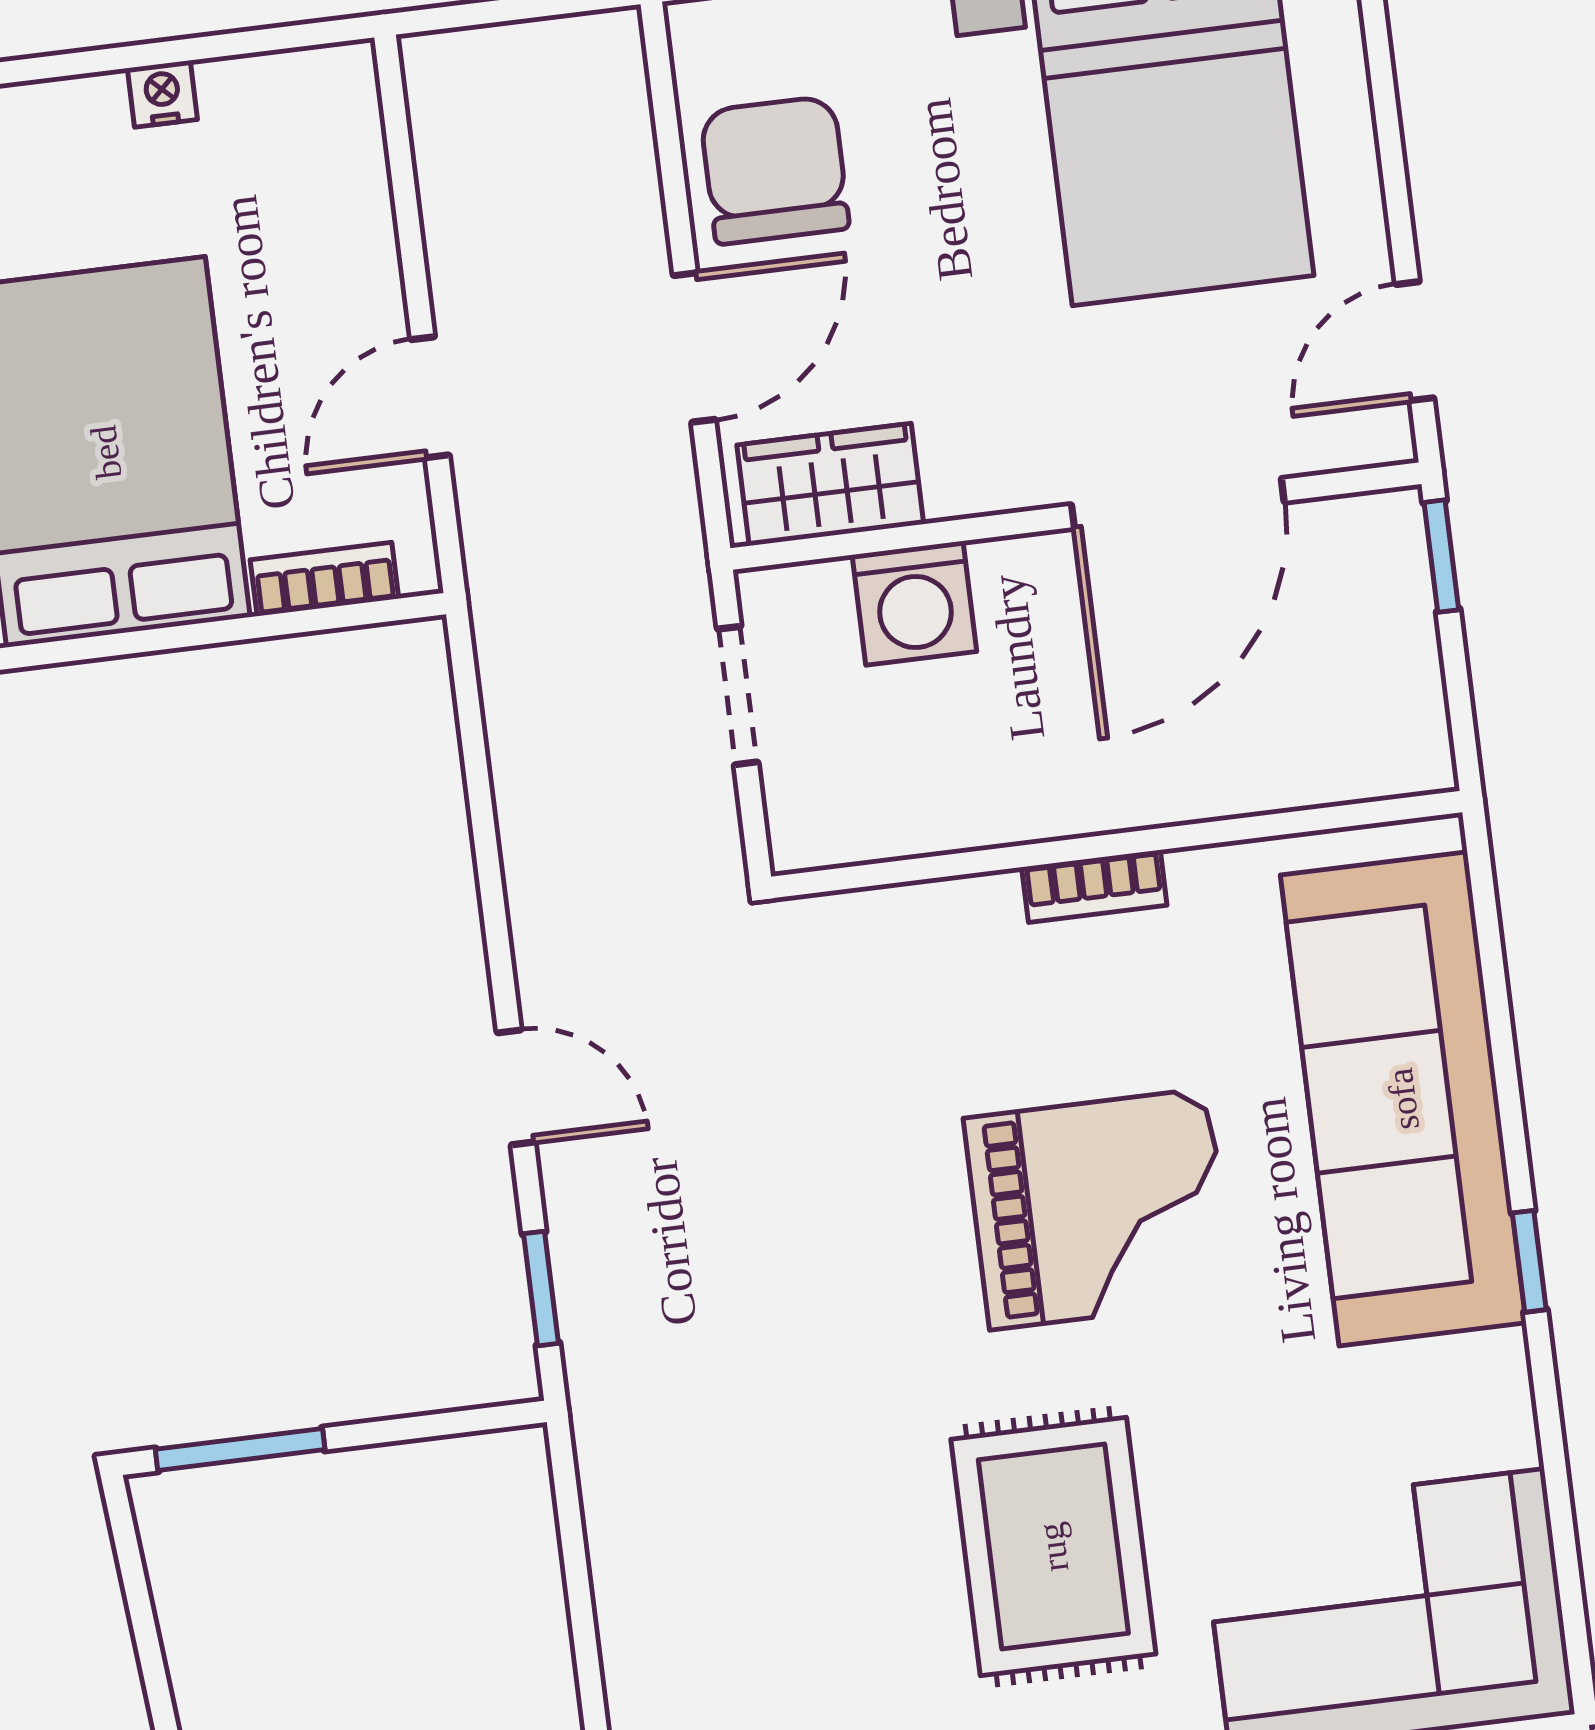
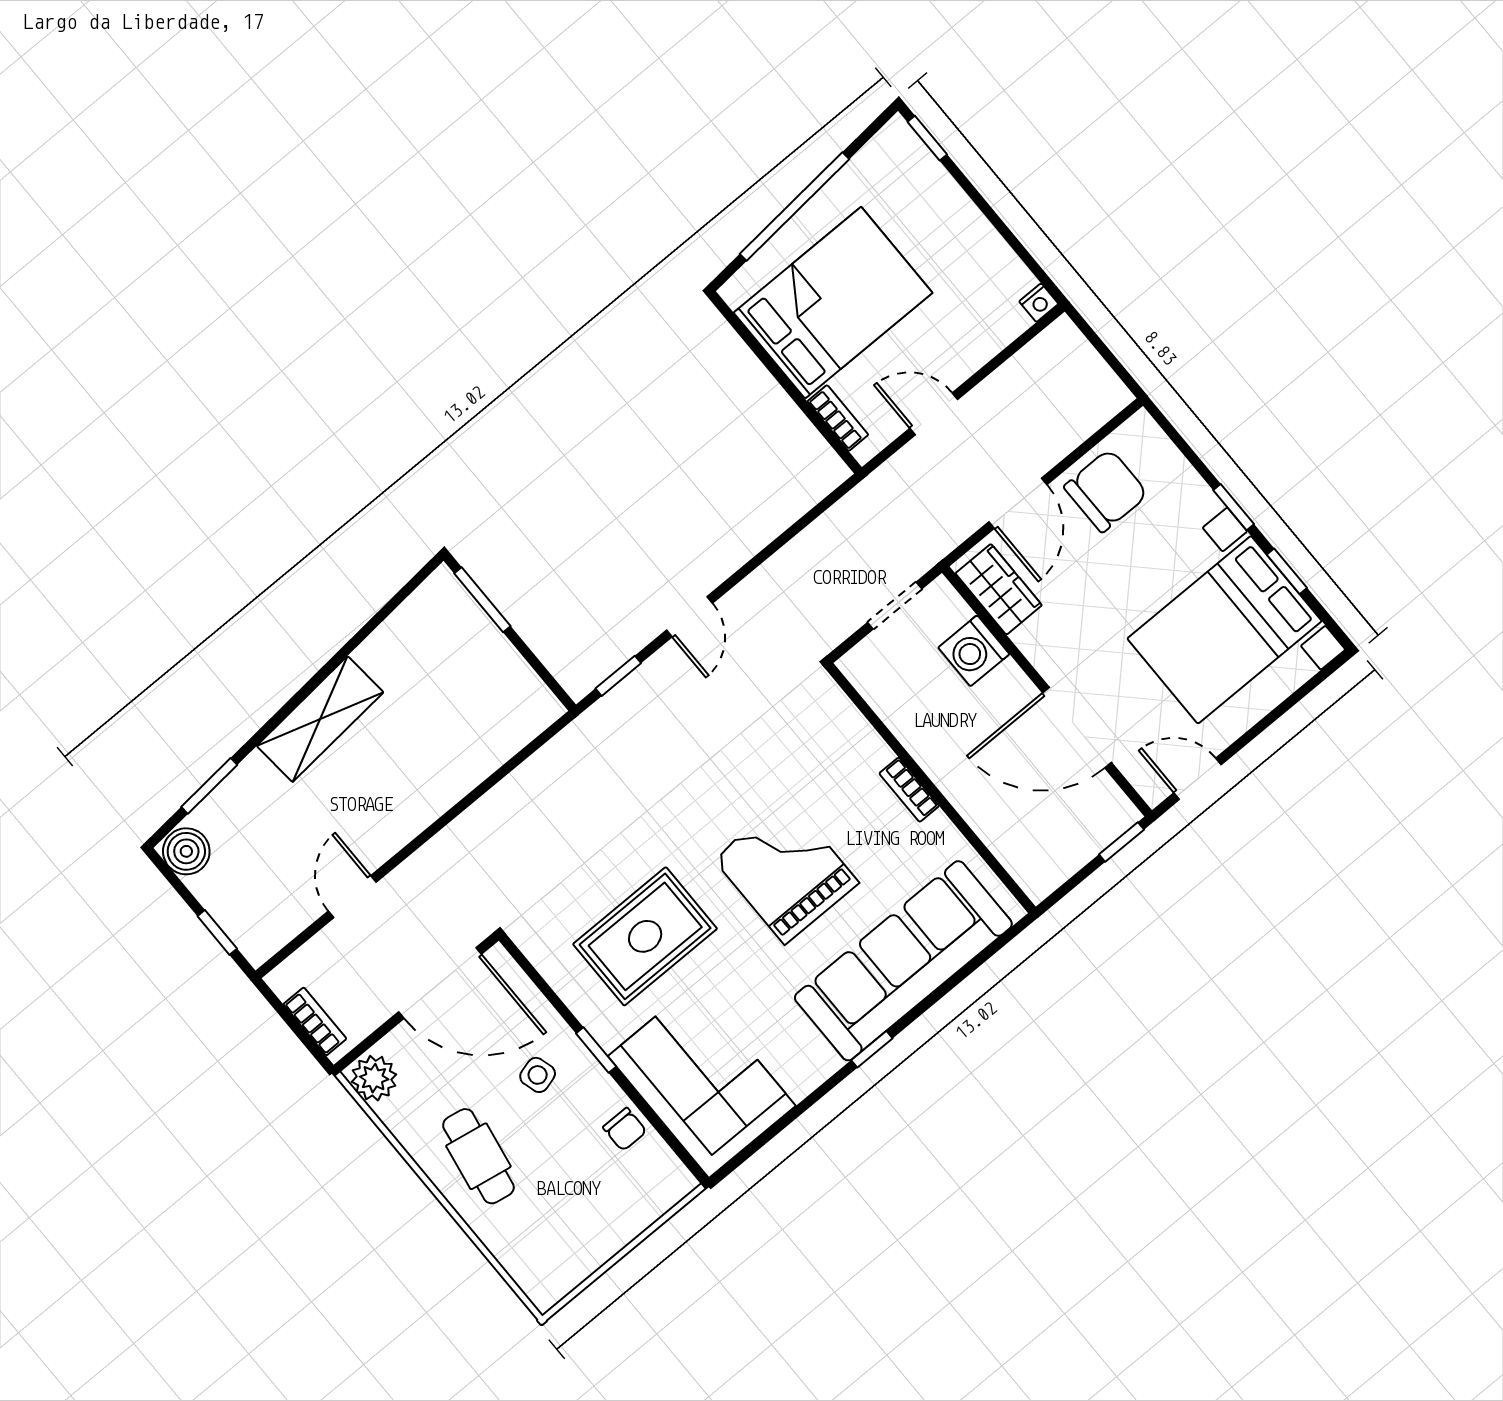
nightstand: (162, 94) -> (1039, 303), moved, turned 90
door: (694, 347) -> (1018, 503), hinge flipped
grand piano: (1099, 1209) -> (786, 871), turned 180

